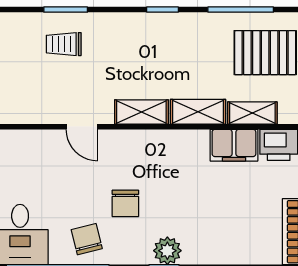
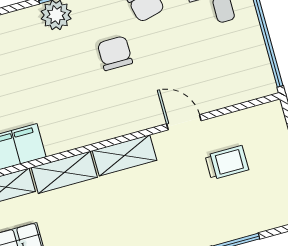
trolley: (64, 44) -> (227, 163), moved

